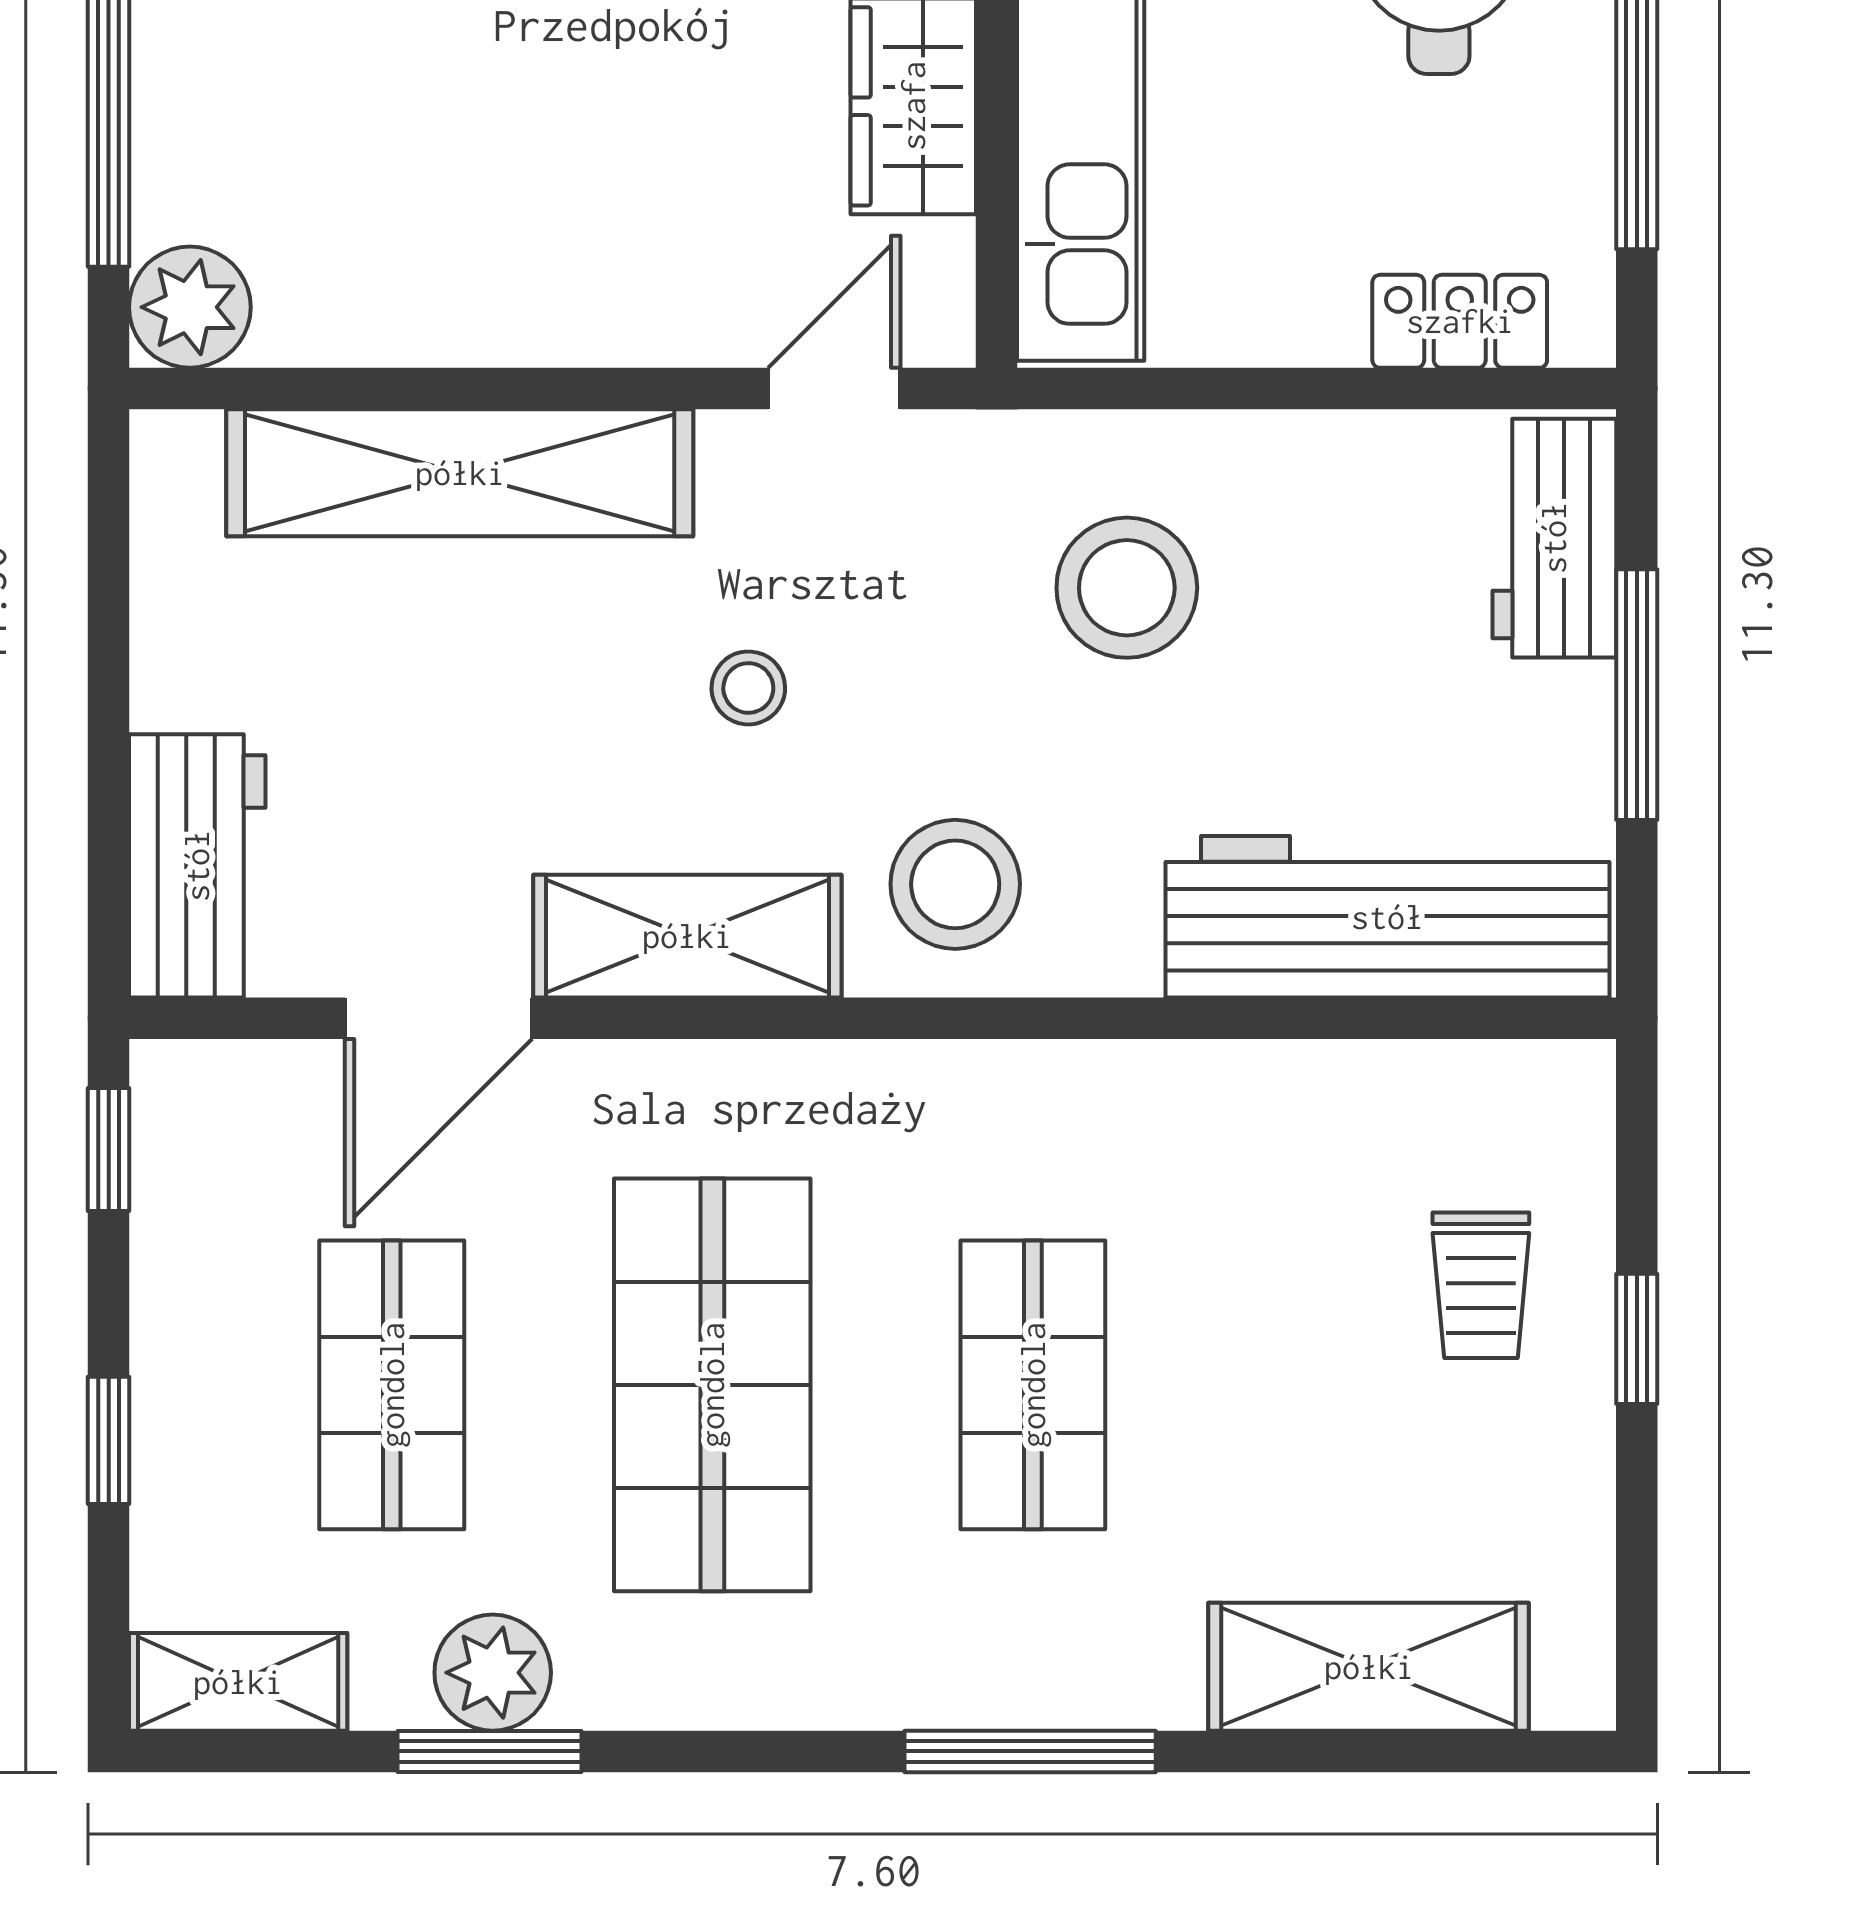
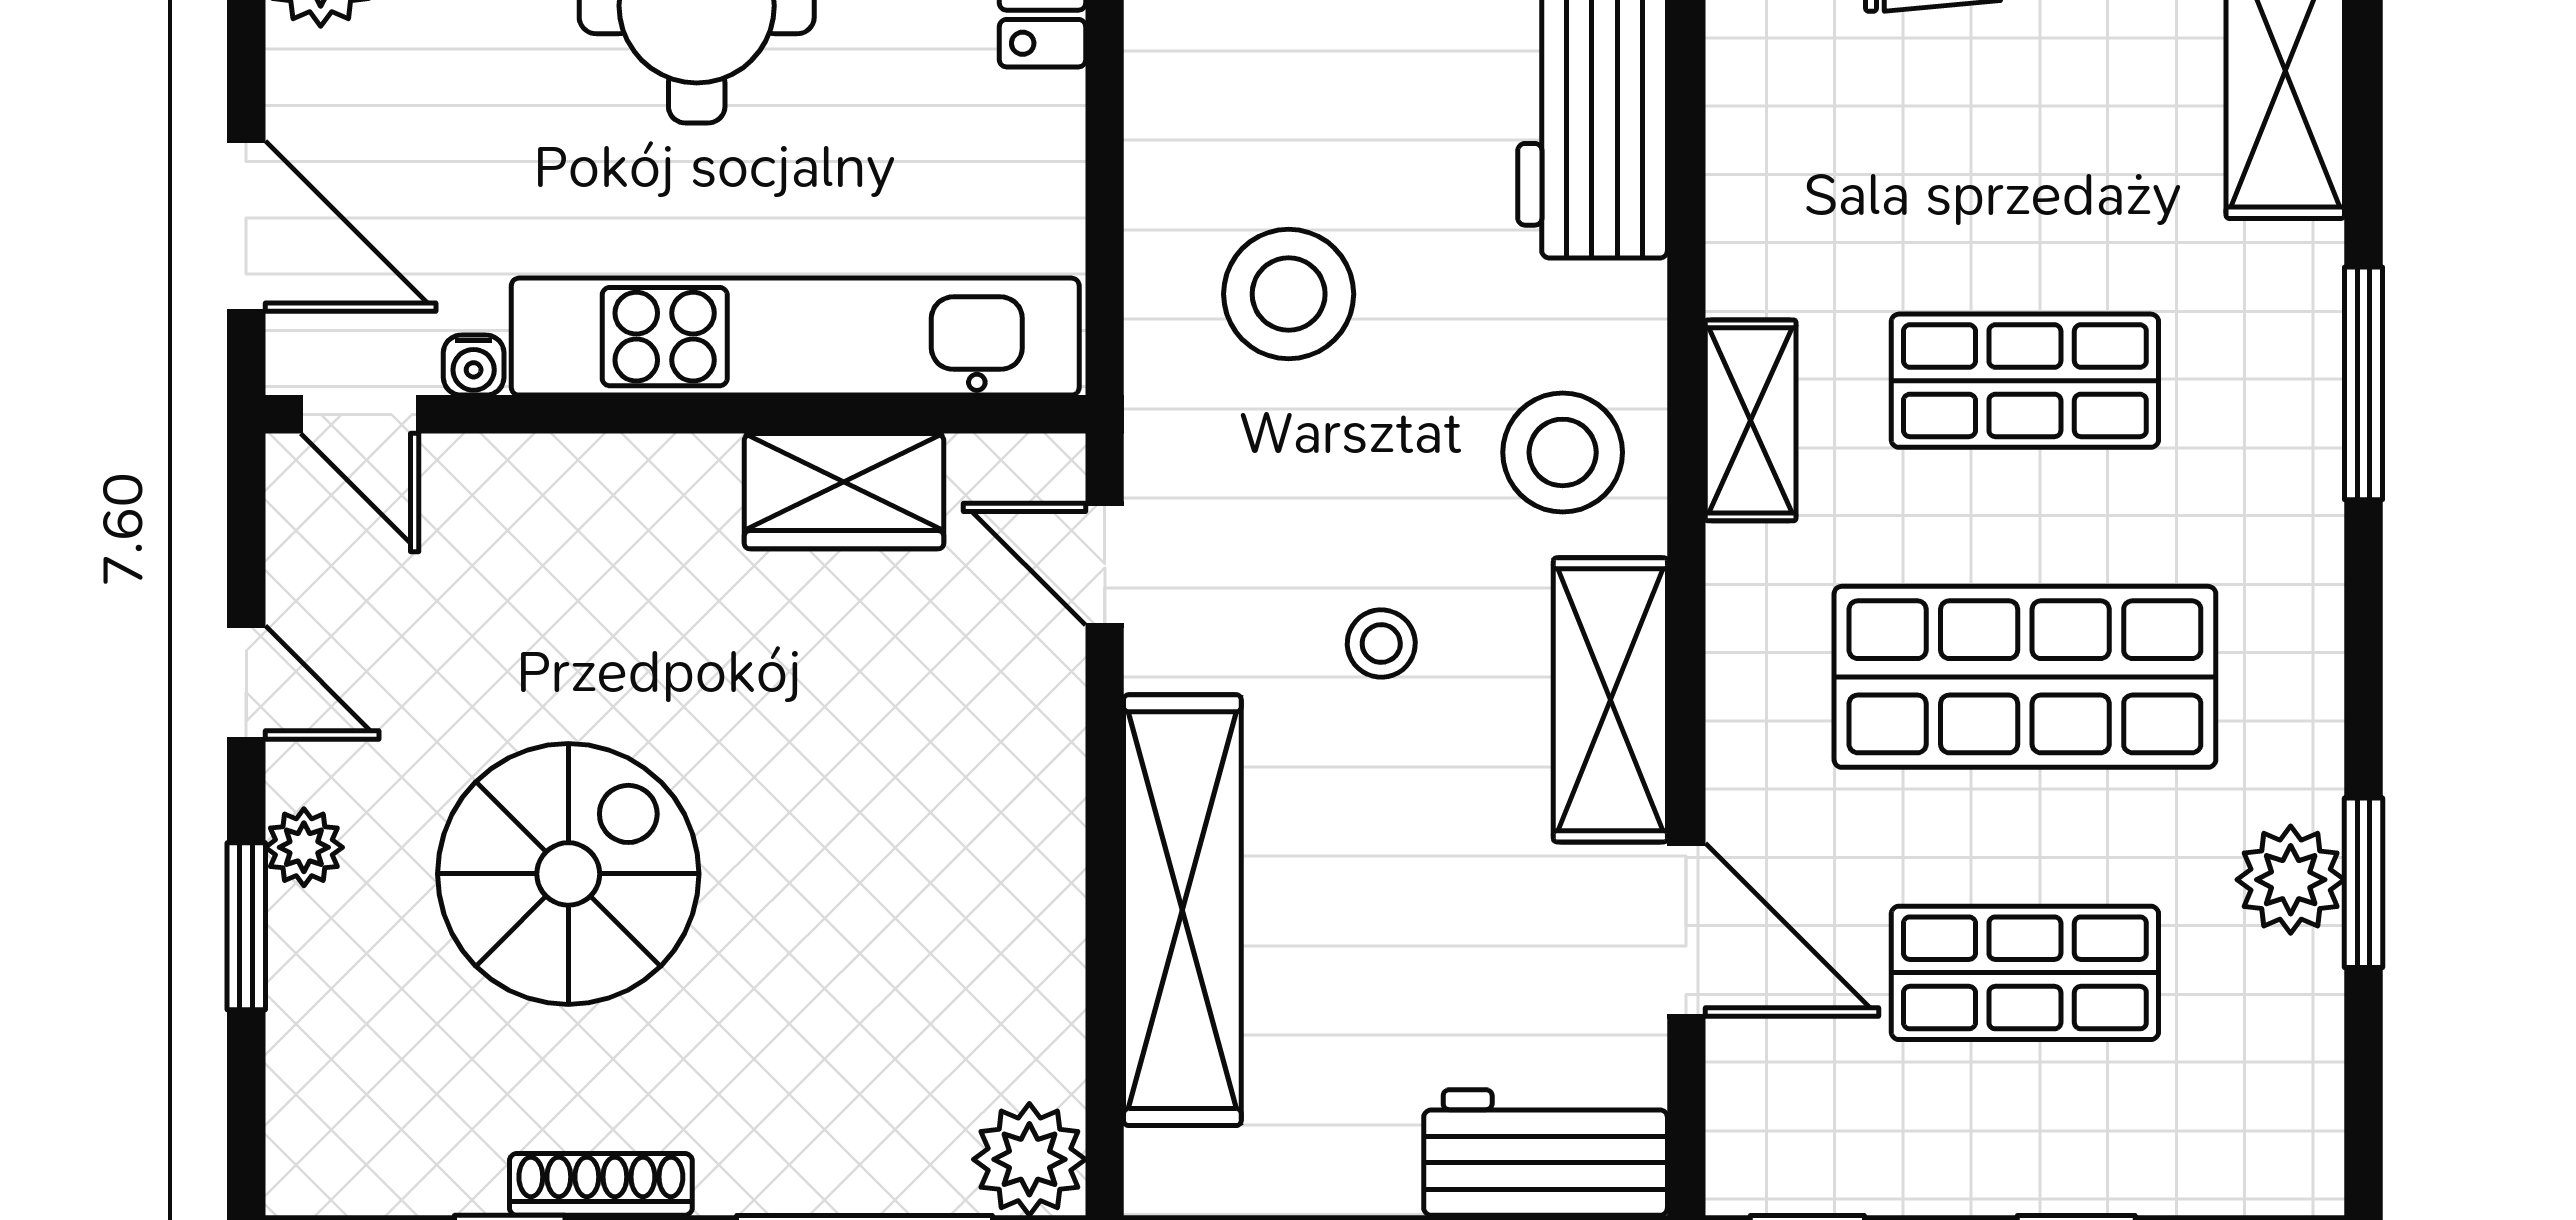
shelving: (238, 1682) -> (1751, 420), moved

